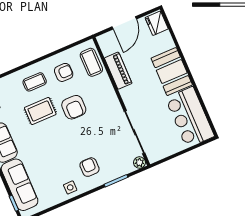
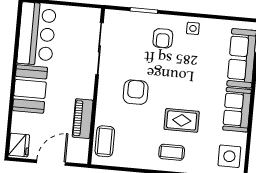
armchair: (64, 72) -> (138, 146), removed
armchair: (74, 107) -> (136, 92), moved
plant: (139, 163) -> (111, 16), removed

